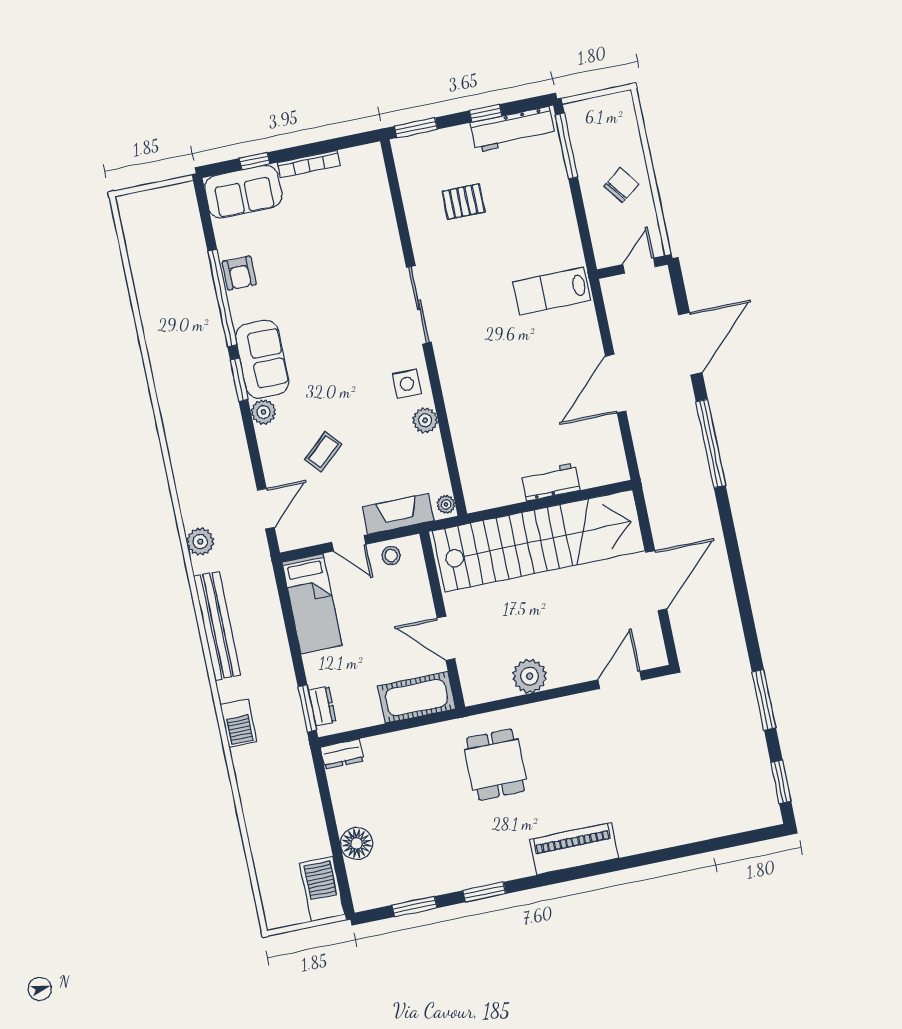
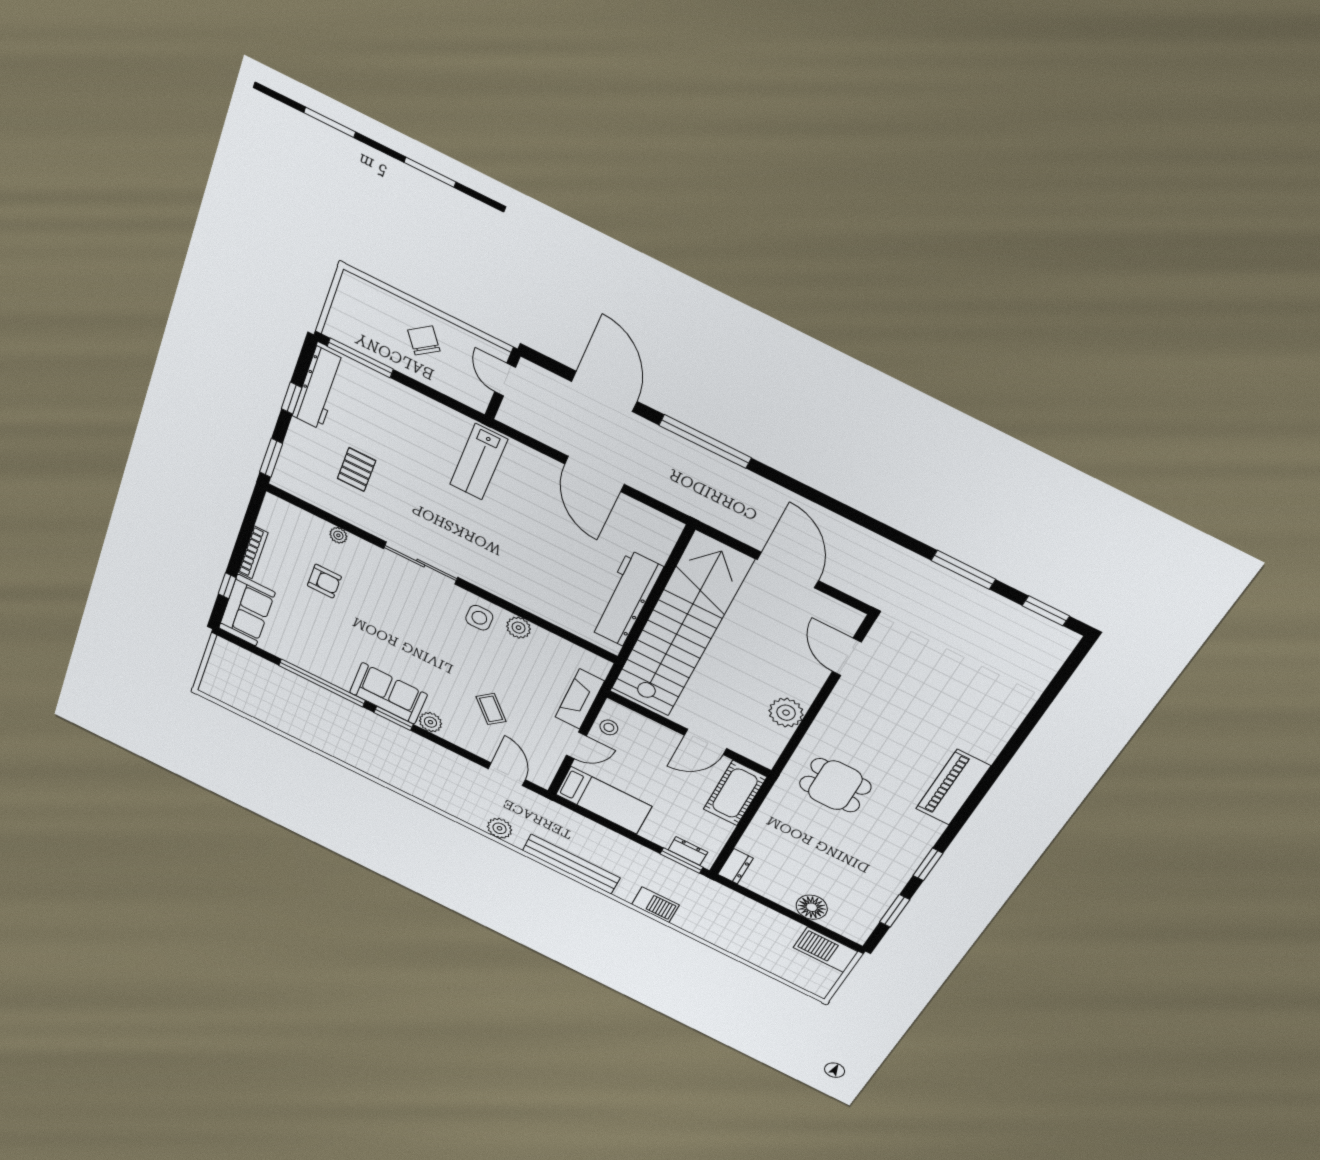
armchair: (239, 273) -> (324, 581), moved
workbench: (551, 482) -> (626, 598), width x1.88, depth x1.32
plant: (446, 504) -> (338, 535), moved

